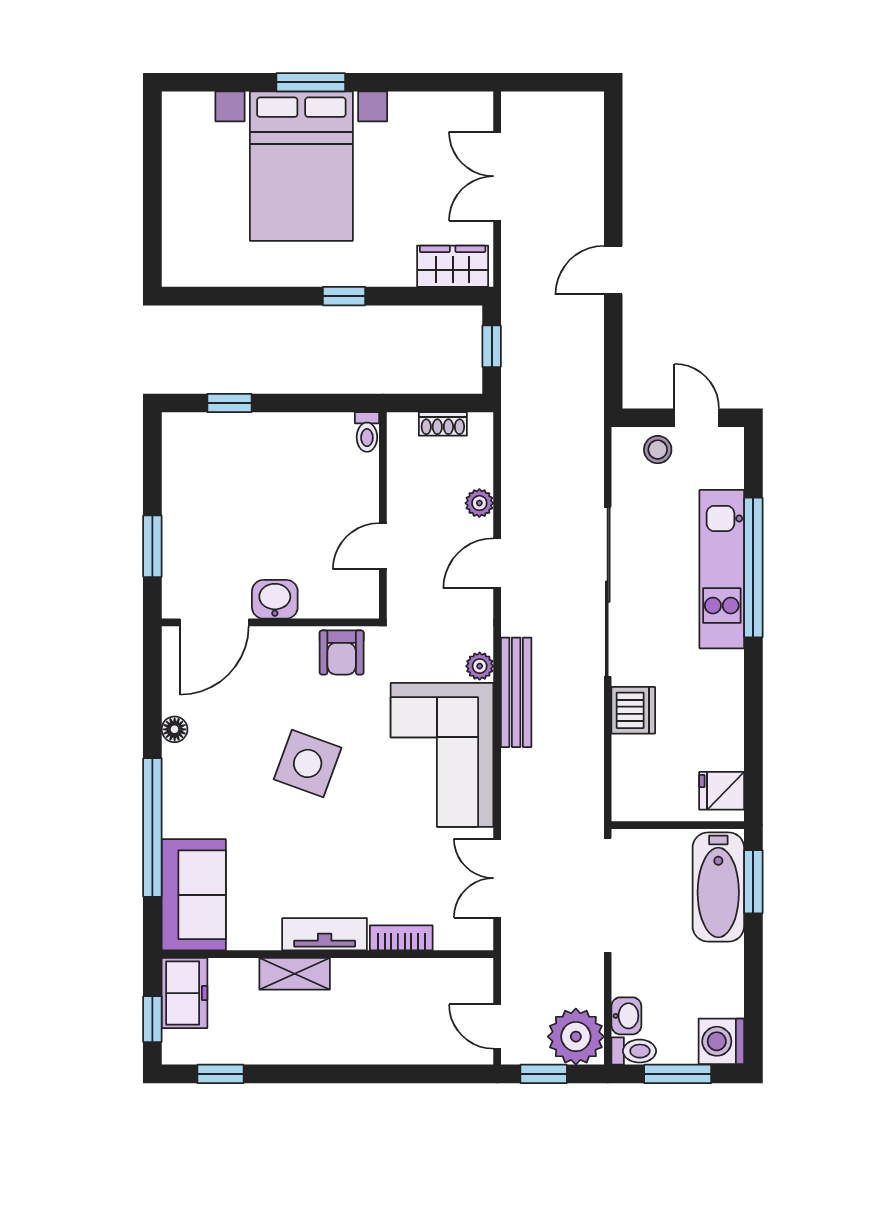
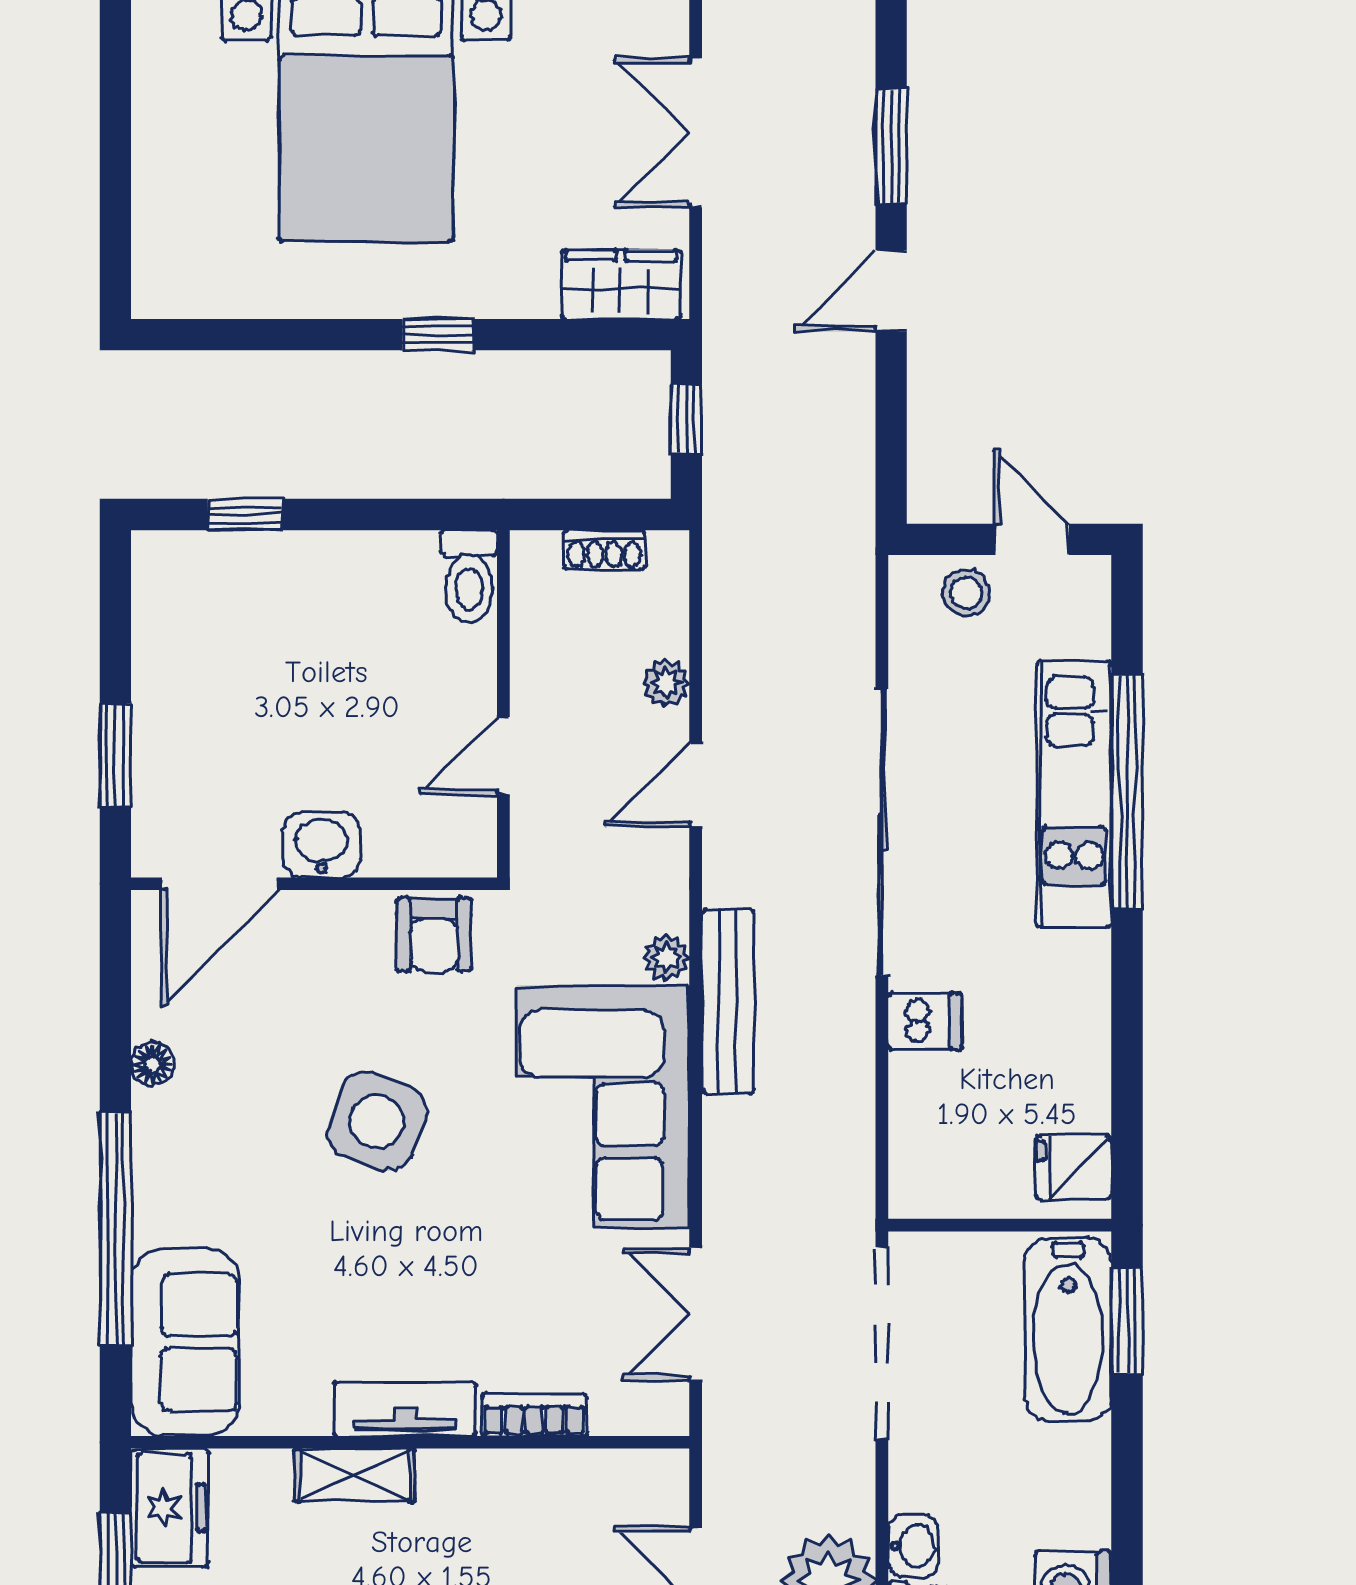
window: (613, 184) -> (891, 146), added
toilet: (367, 432) -> (469, 576), width x1.37, depth x1.39
dishwasher: (633, 710) -> (925, 1021), width x0.73

